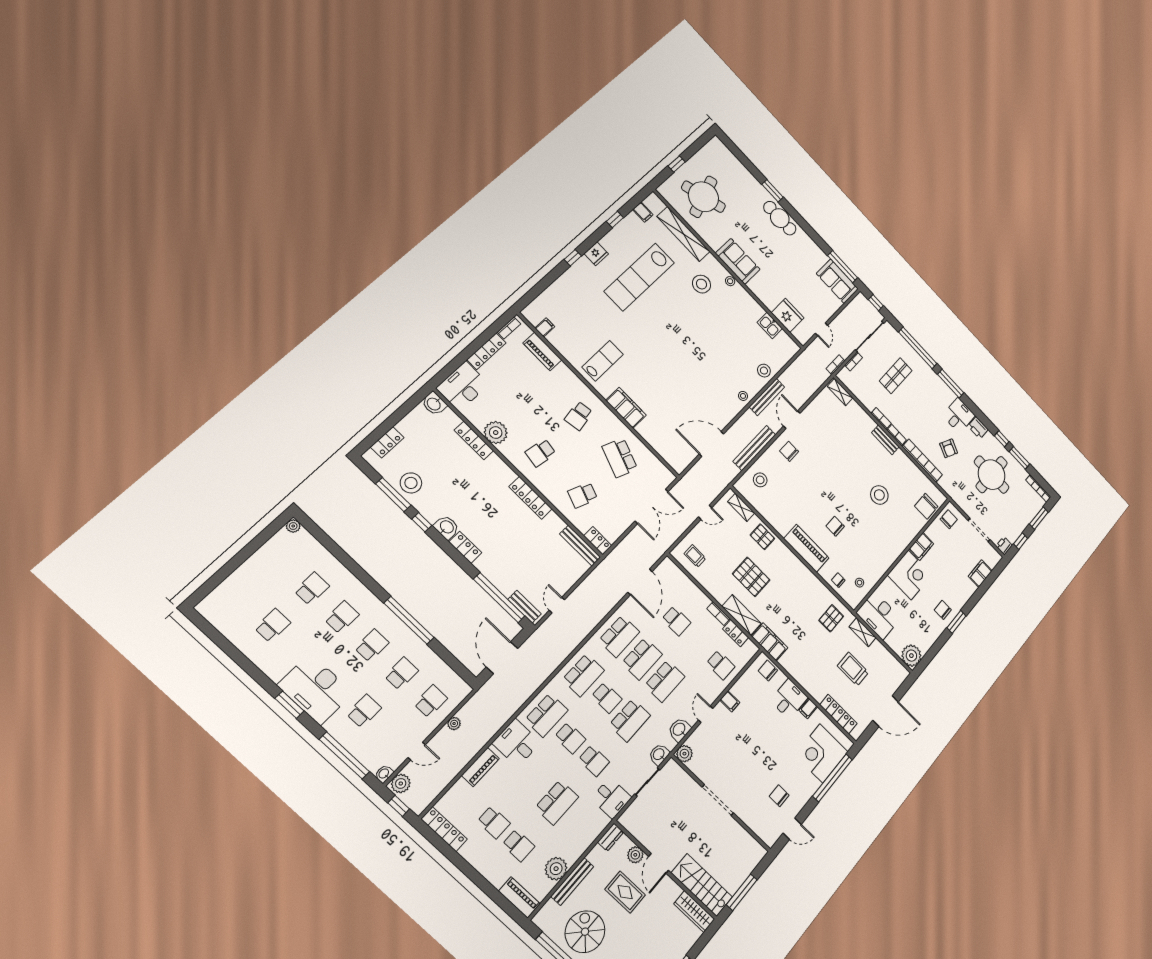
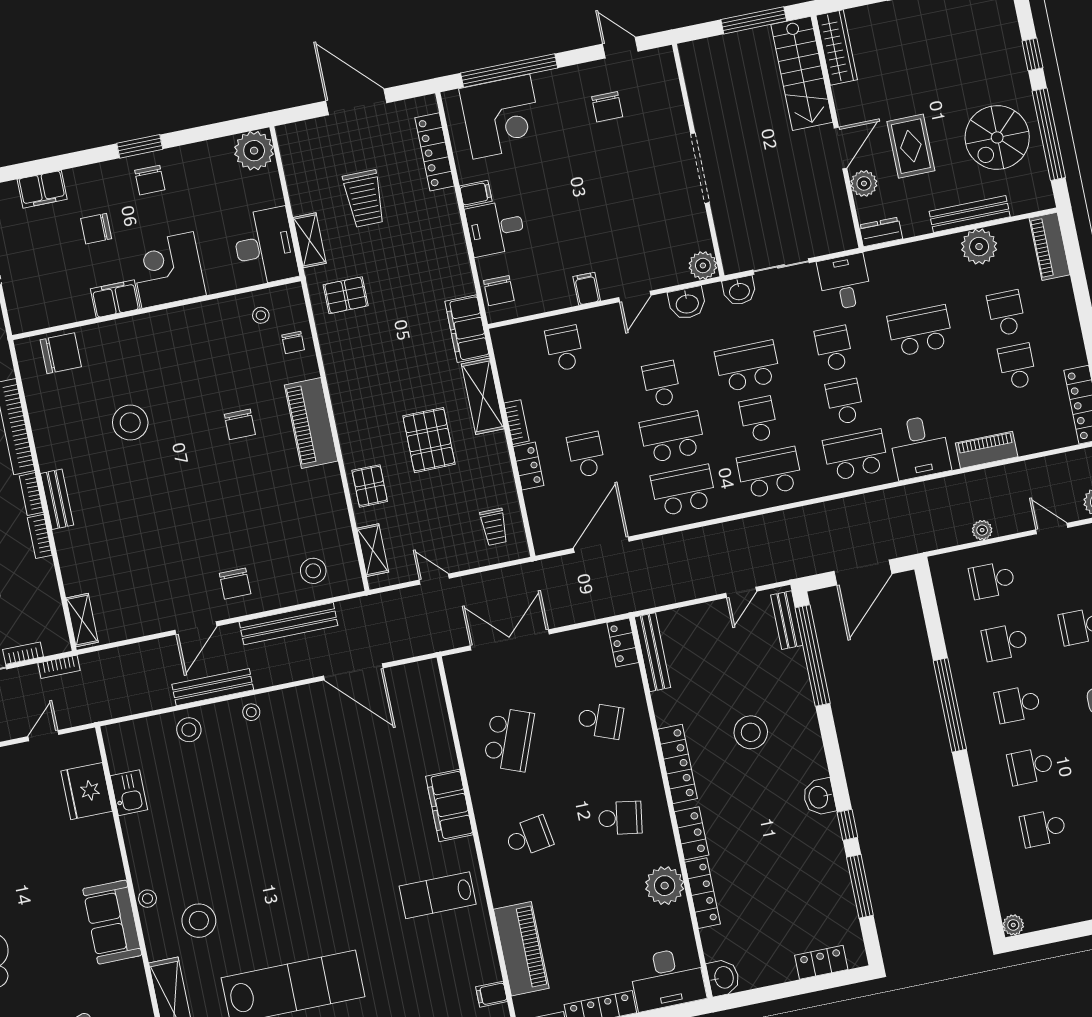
piano: (542, 351) -> (521, 949), width x1.37, depth x1.33
stool: (411, 483) -> (751, 732), moved
chair: (949, 519) -> (96, 229), moved
locker: (465, 547) -> (692, 833), moved, turned 180
locker: (736, 633) -> (528, 466), moved
school desk: (665, 681) -> (662, 384), width x0.54

